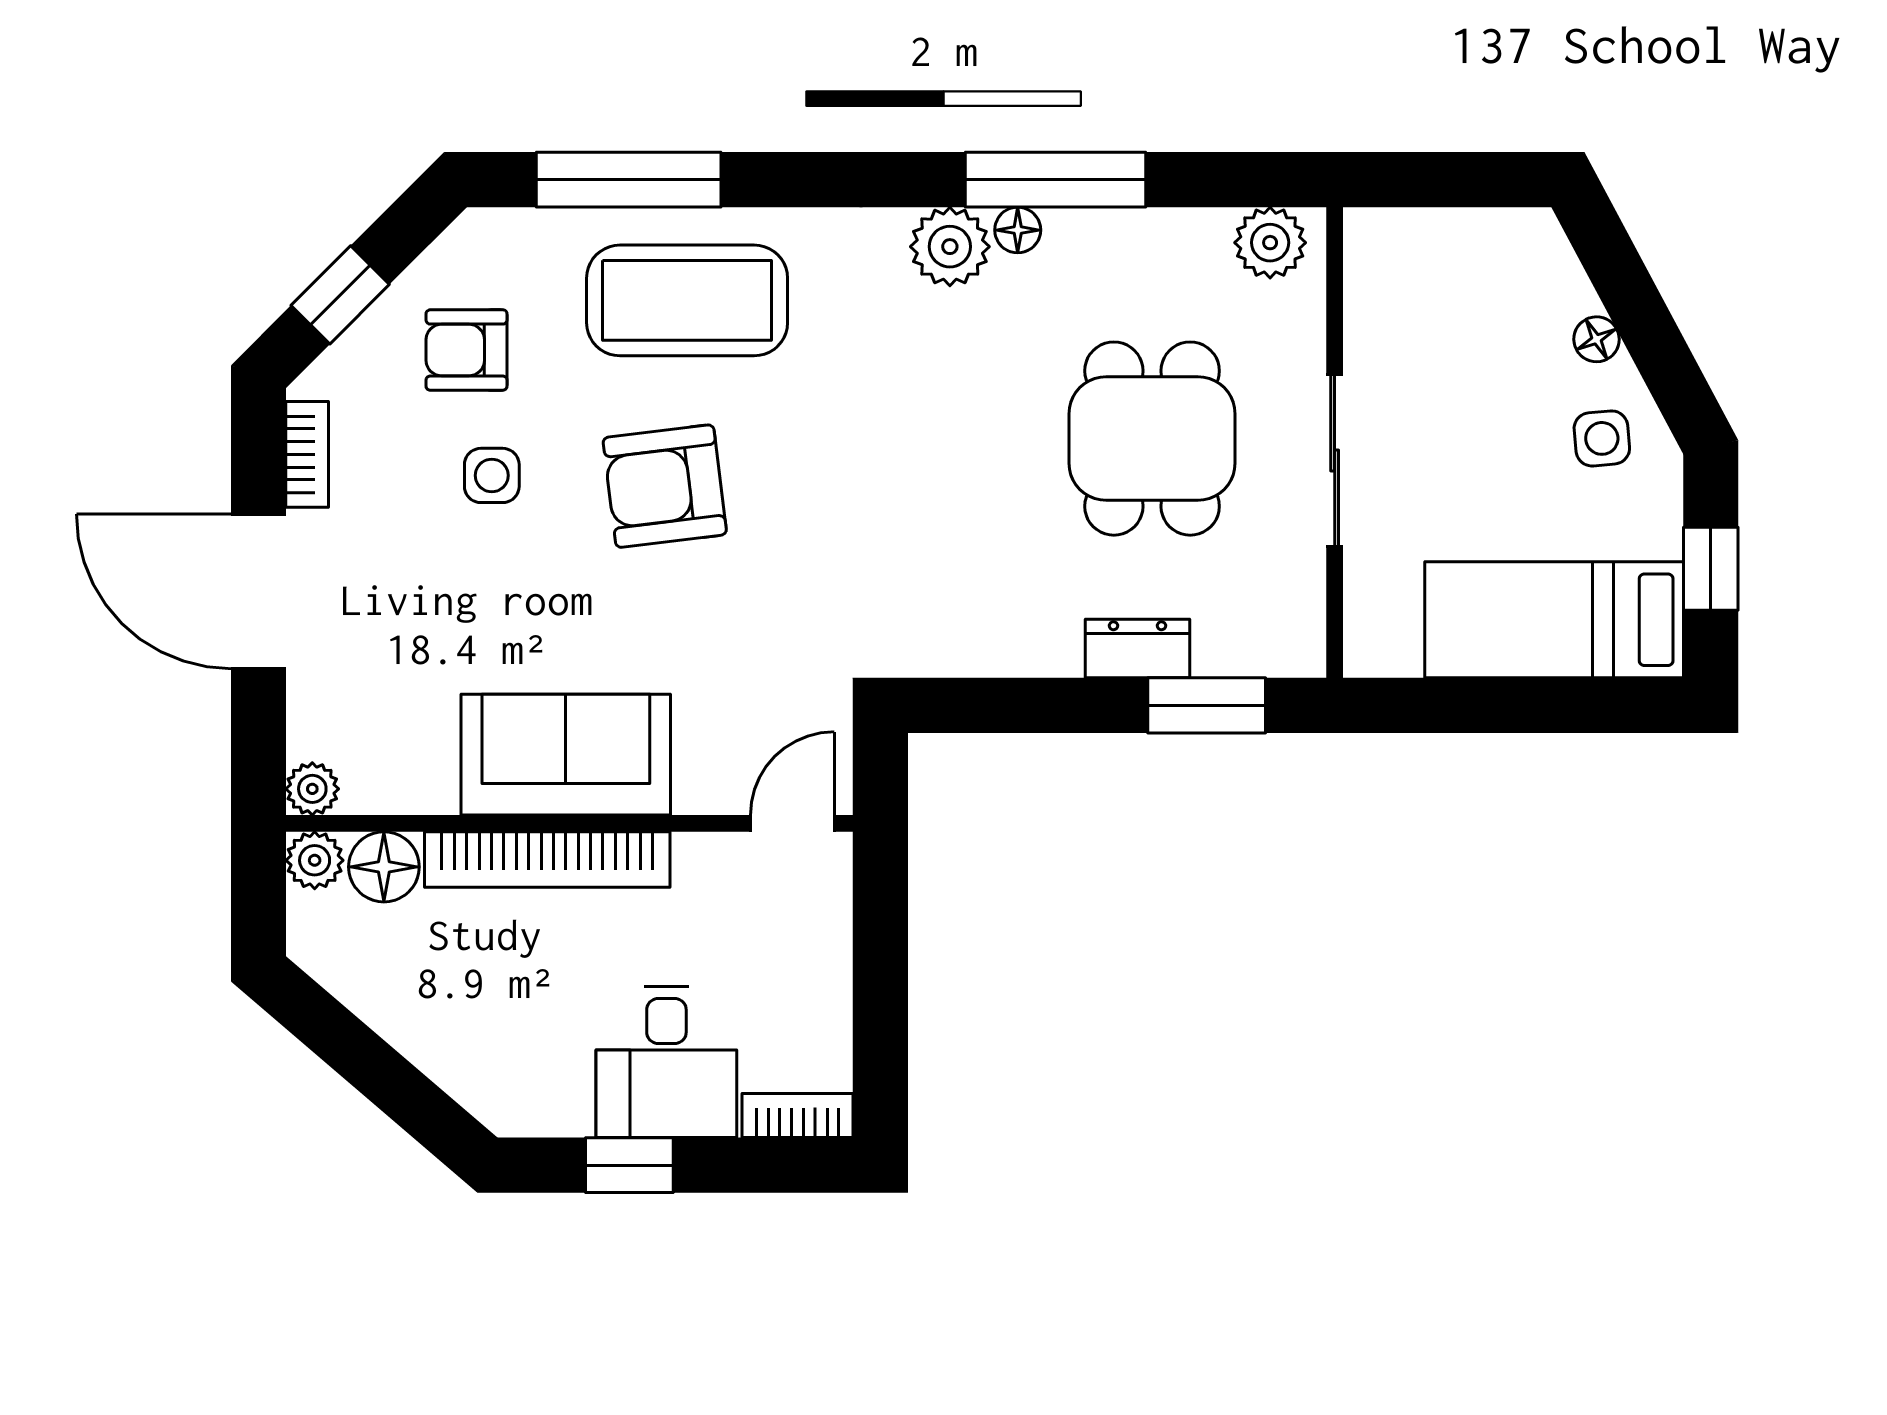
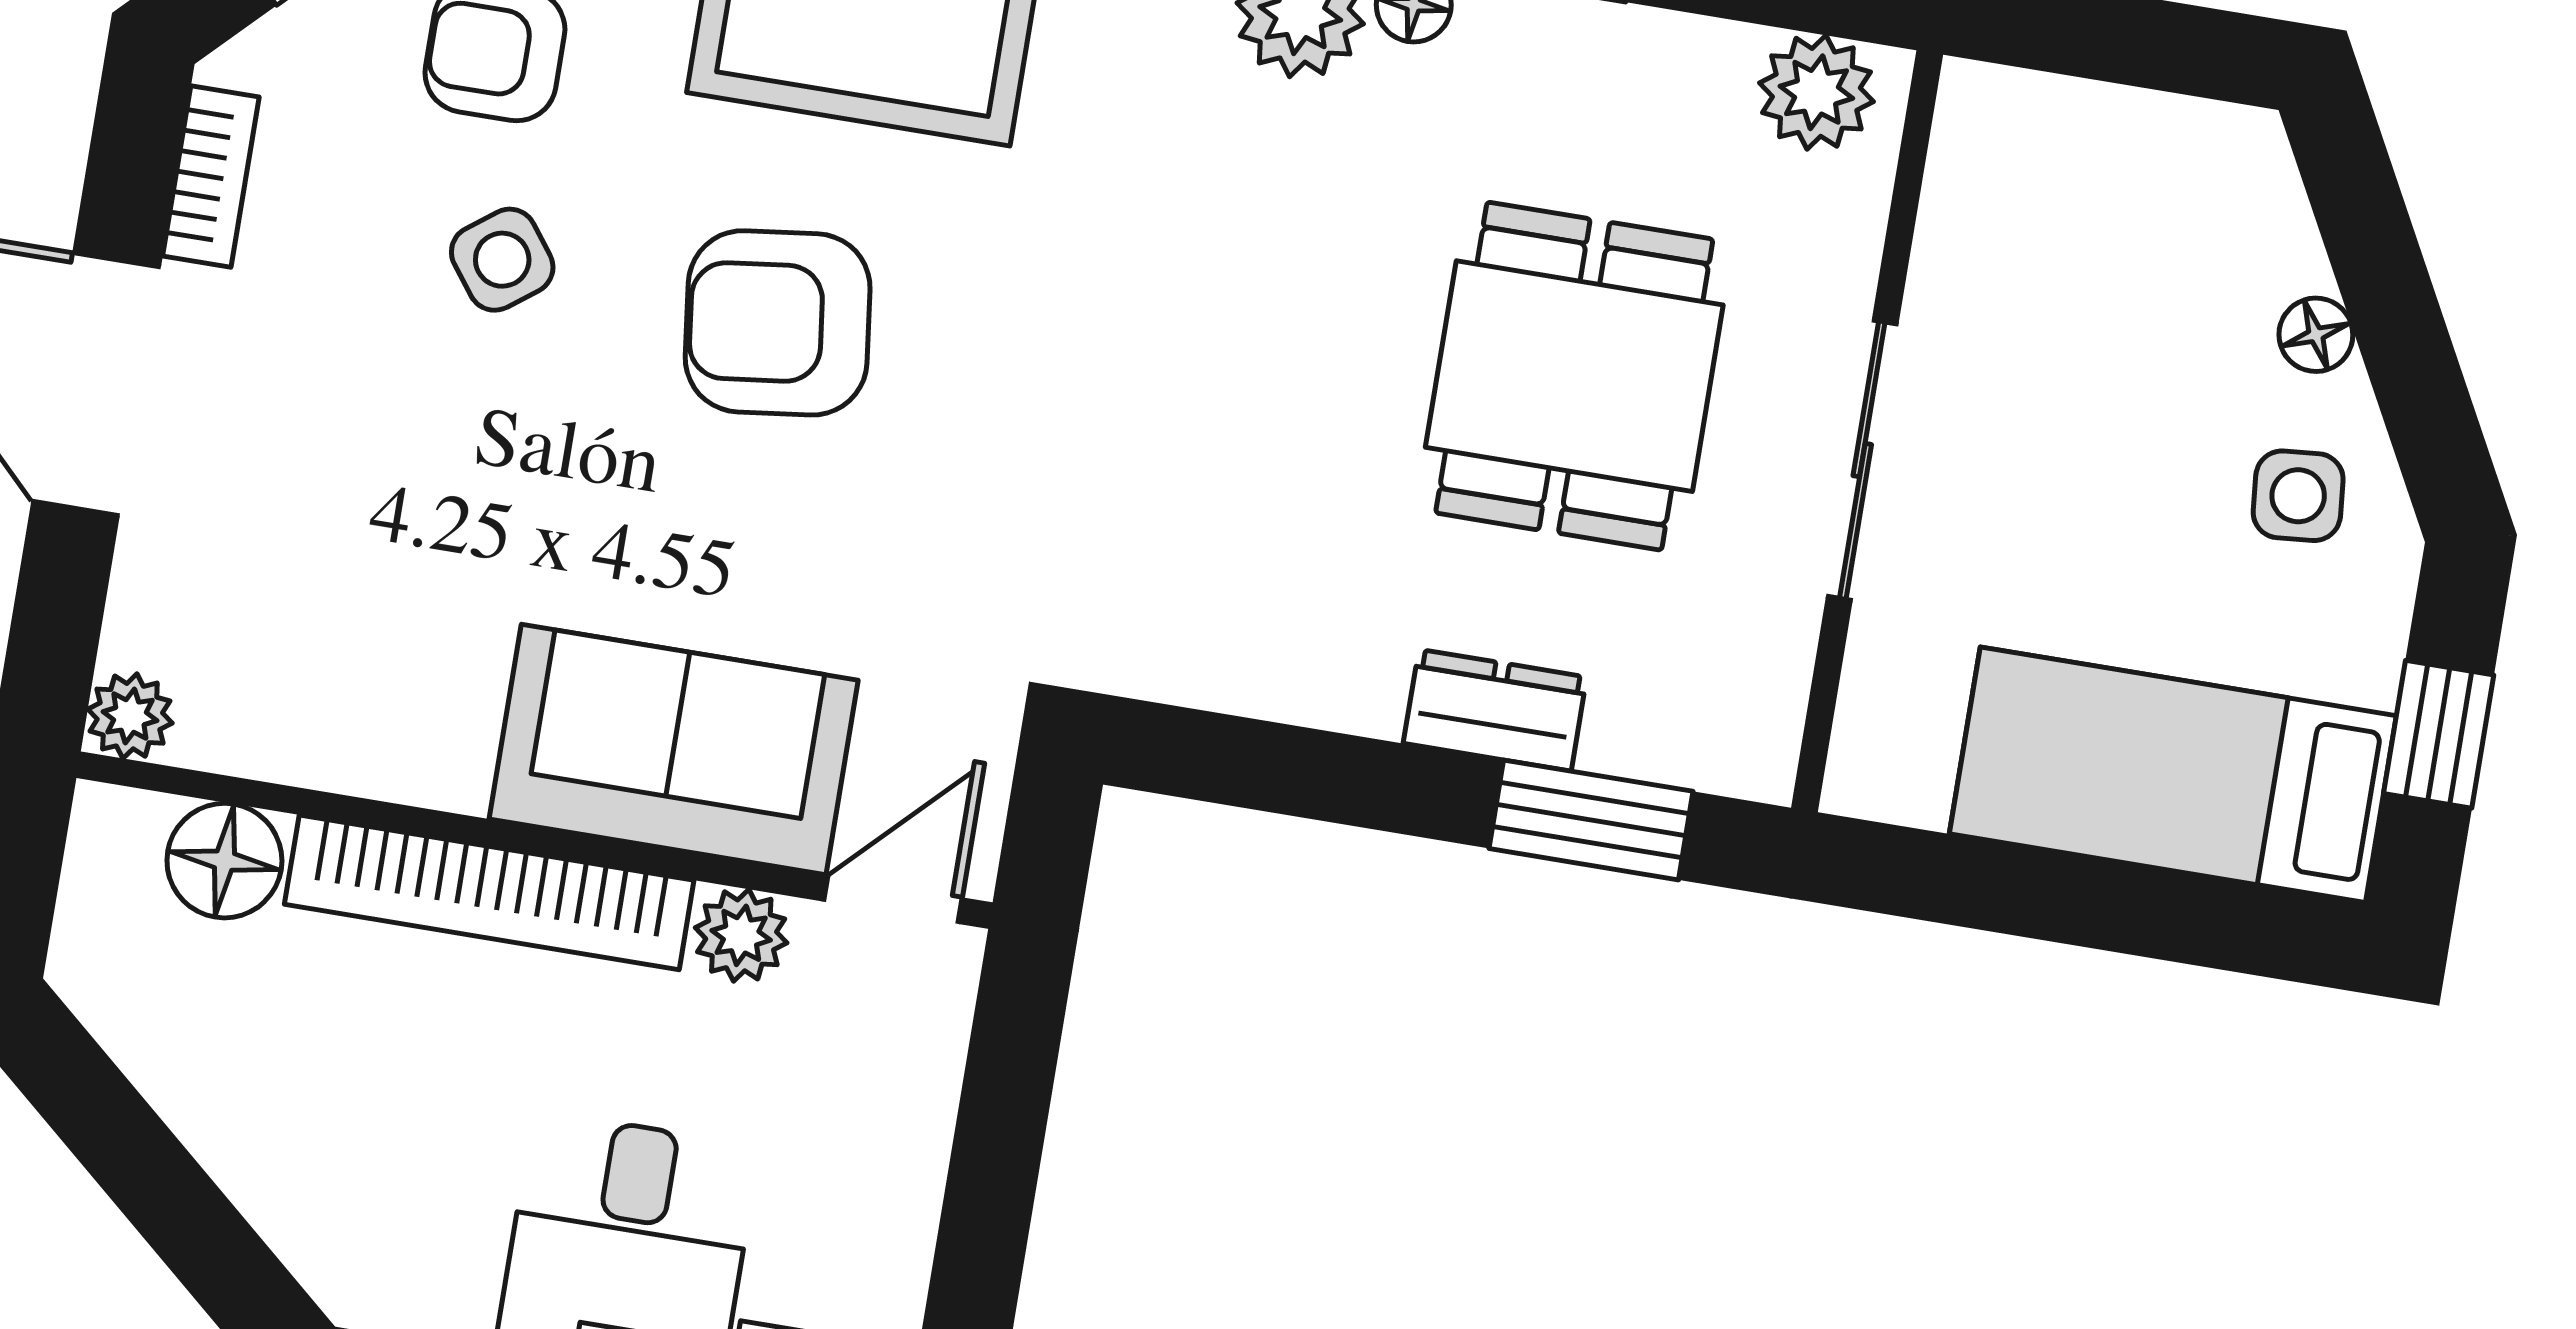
side table: (492, 475) -> (502, 260), turned -37
sofa: (566, 755) -> (674, 750), moved
plant: (315, 860) -> (741, 935), moved

